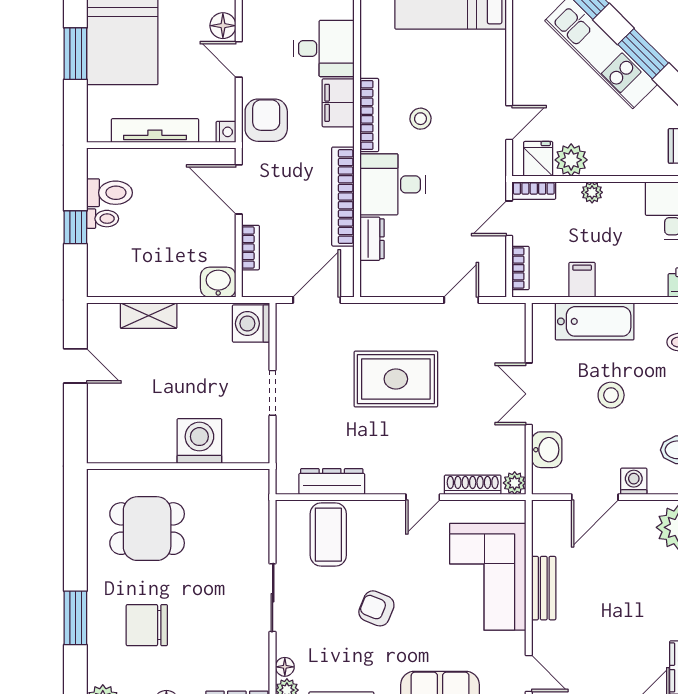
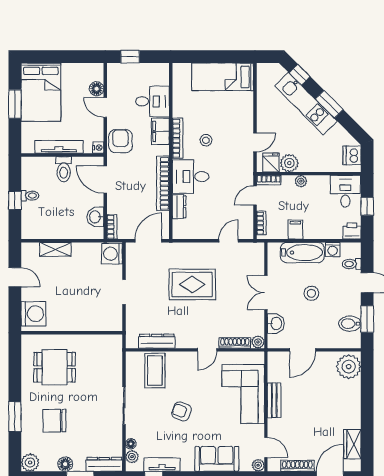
toilet: (110, 193) -> (64, 169), moved, turned 90
bookcase: (250, 248) -> (112, 227), moved
washbasin: (218, 282) -> (95, 217), moved, turned -90
washing machine: (199, 441) -> (33, 314), moved, turned 90
washing machine: (634, 481) -> (333, 250), moved, turned 180

